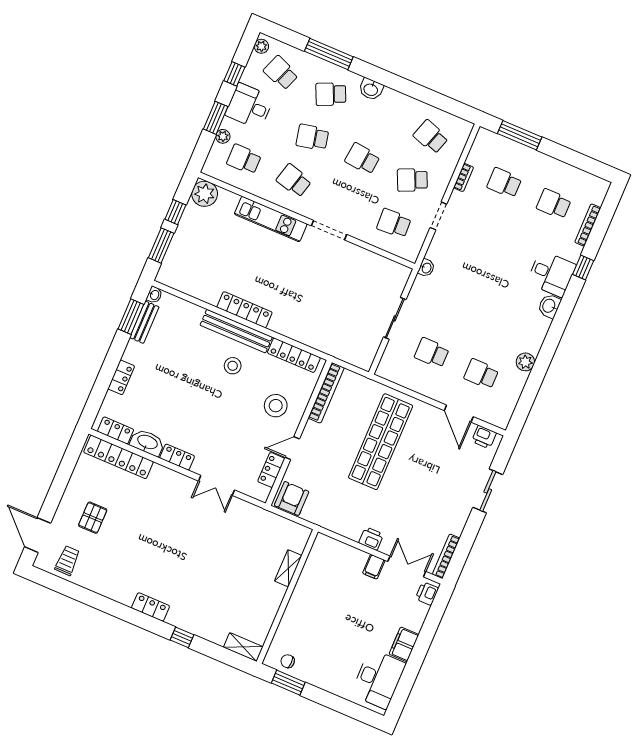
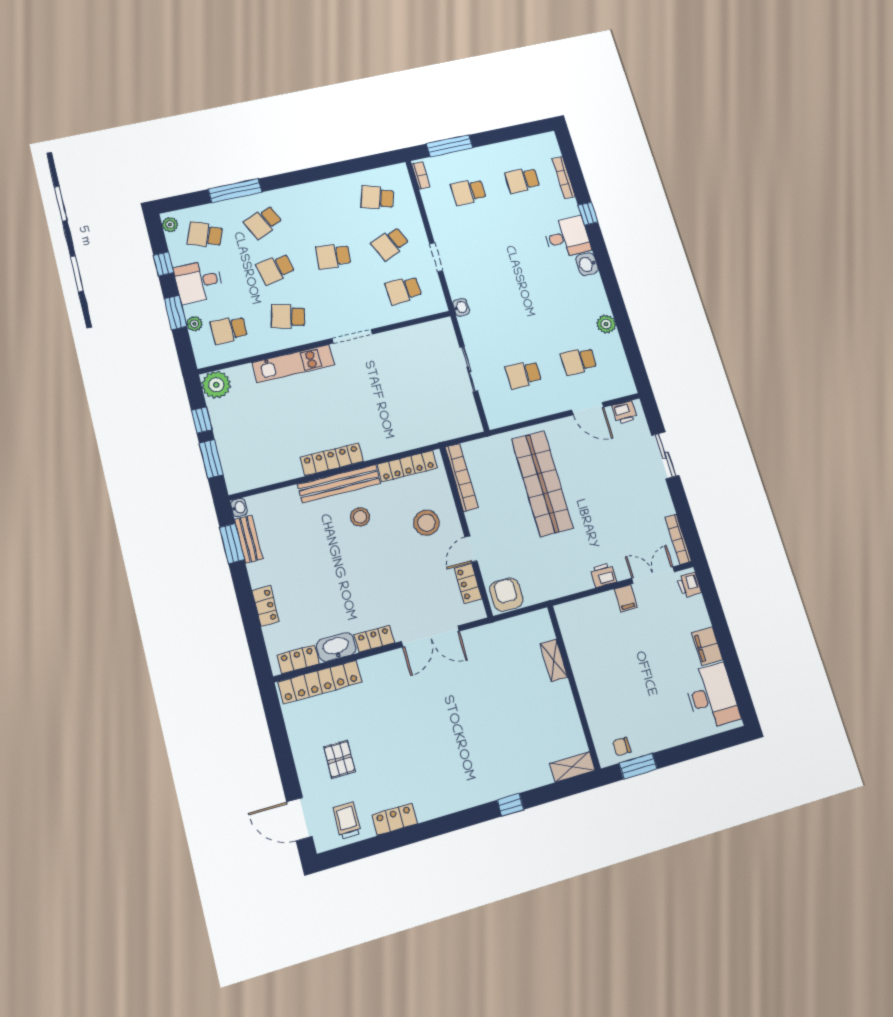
washbasin: (371, 89) -> (295, 195), removed
bookcase: (463, 178) -> (421, 175), moved
double door: (217, 485) -> (431, 636), width x1.37
locker: (151, 607) -> (395, 819), moved

